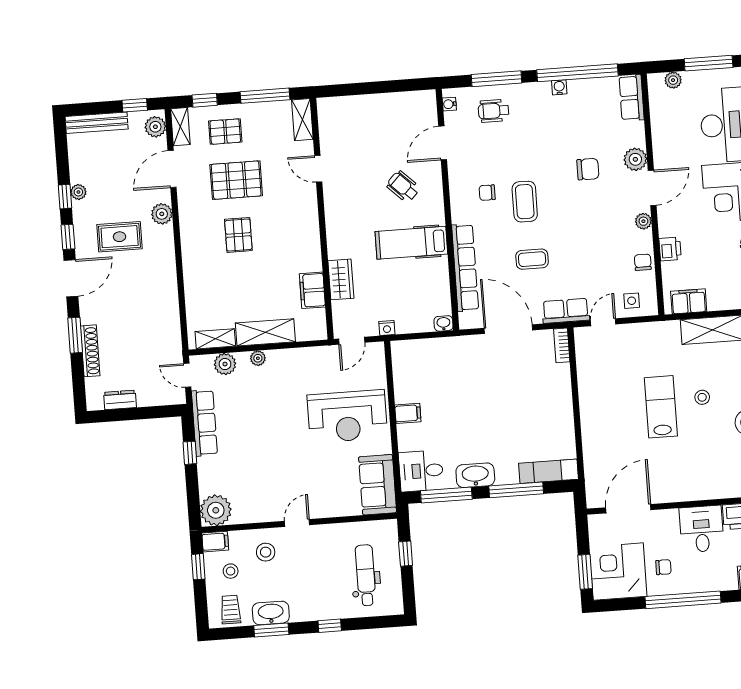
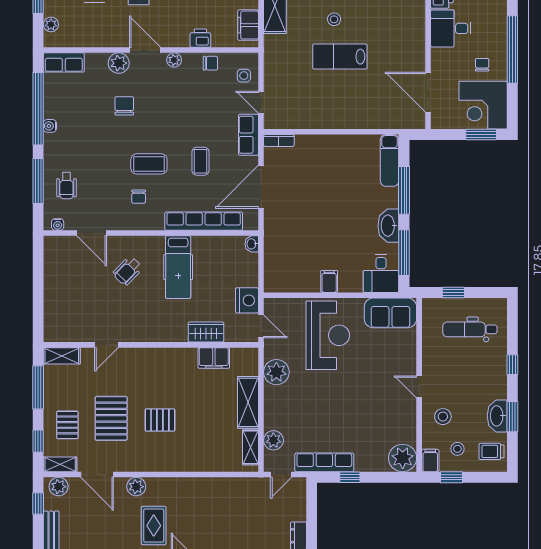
chair: (643, 262) -> (210, 63), turned 180
nightstand: (387, 328) -> (247, 300), width x1.89, depth x1.79
plant: (258, 358) -> (276, 372), moved, width x1.88, depth x1.88

